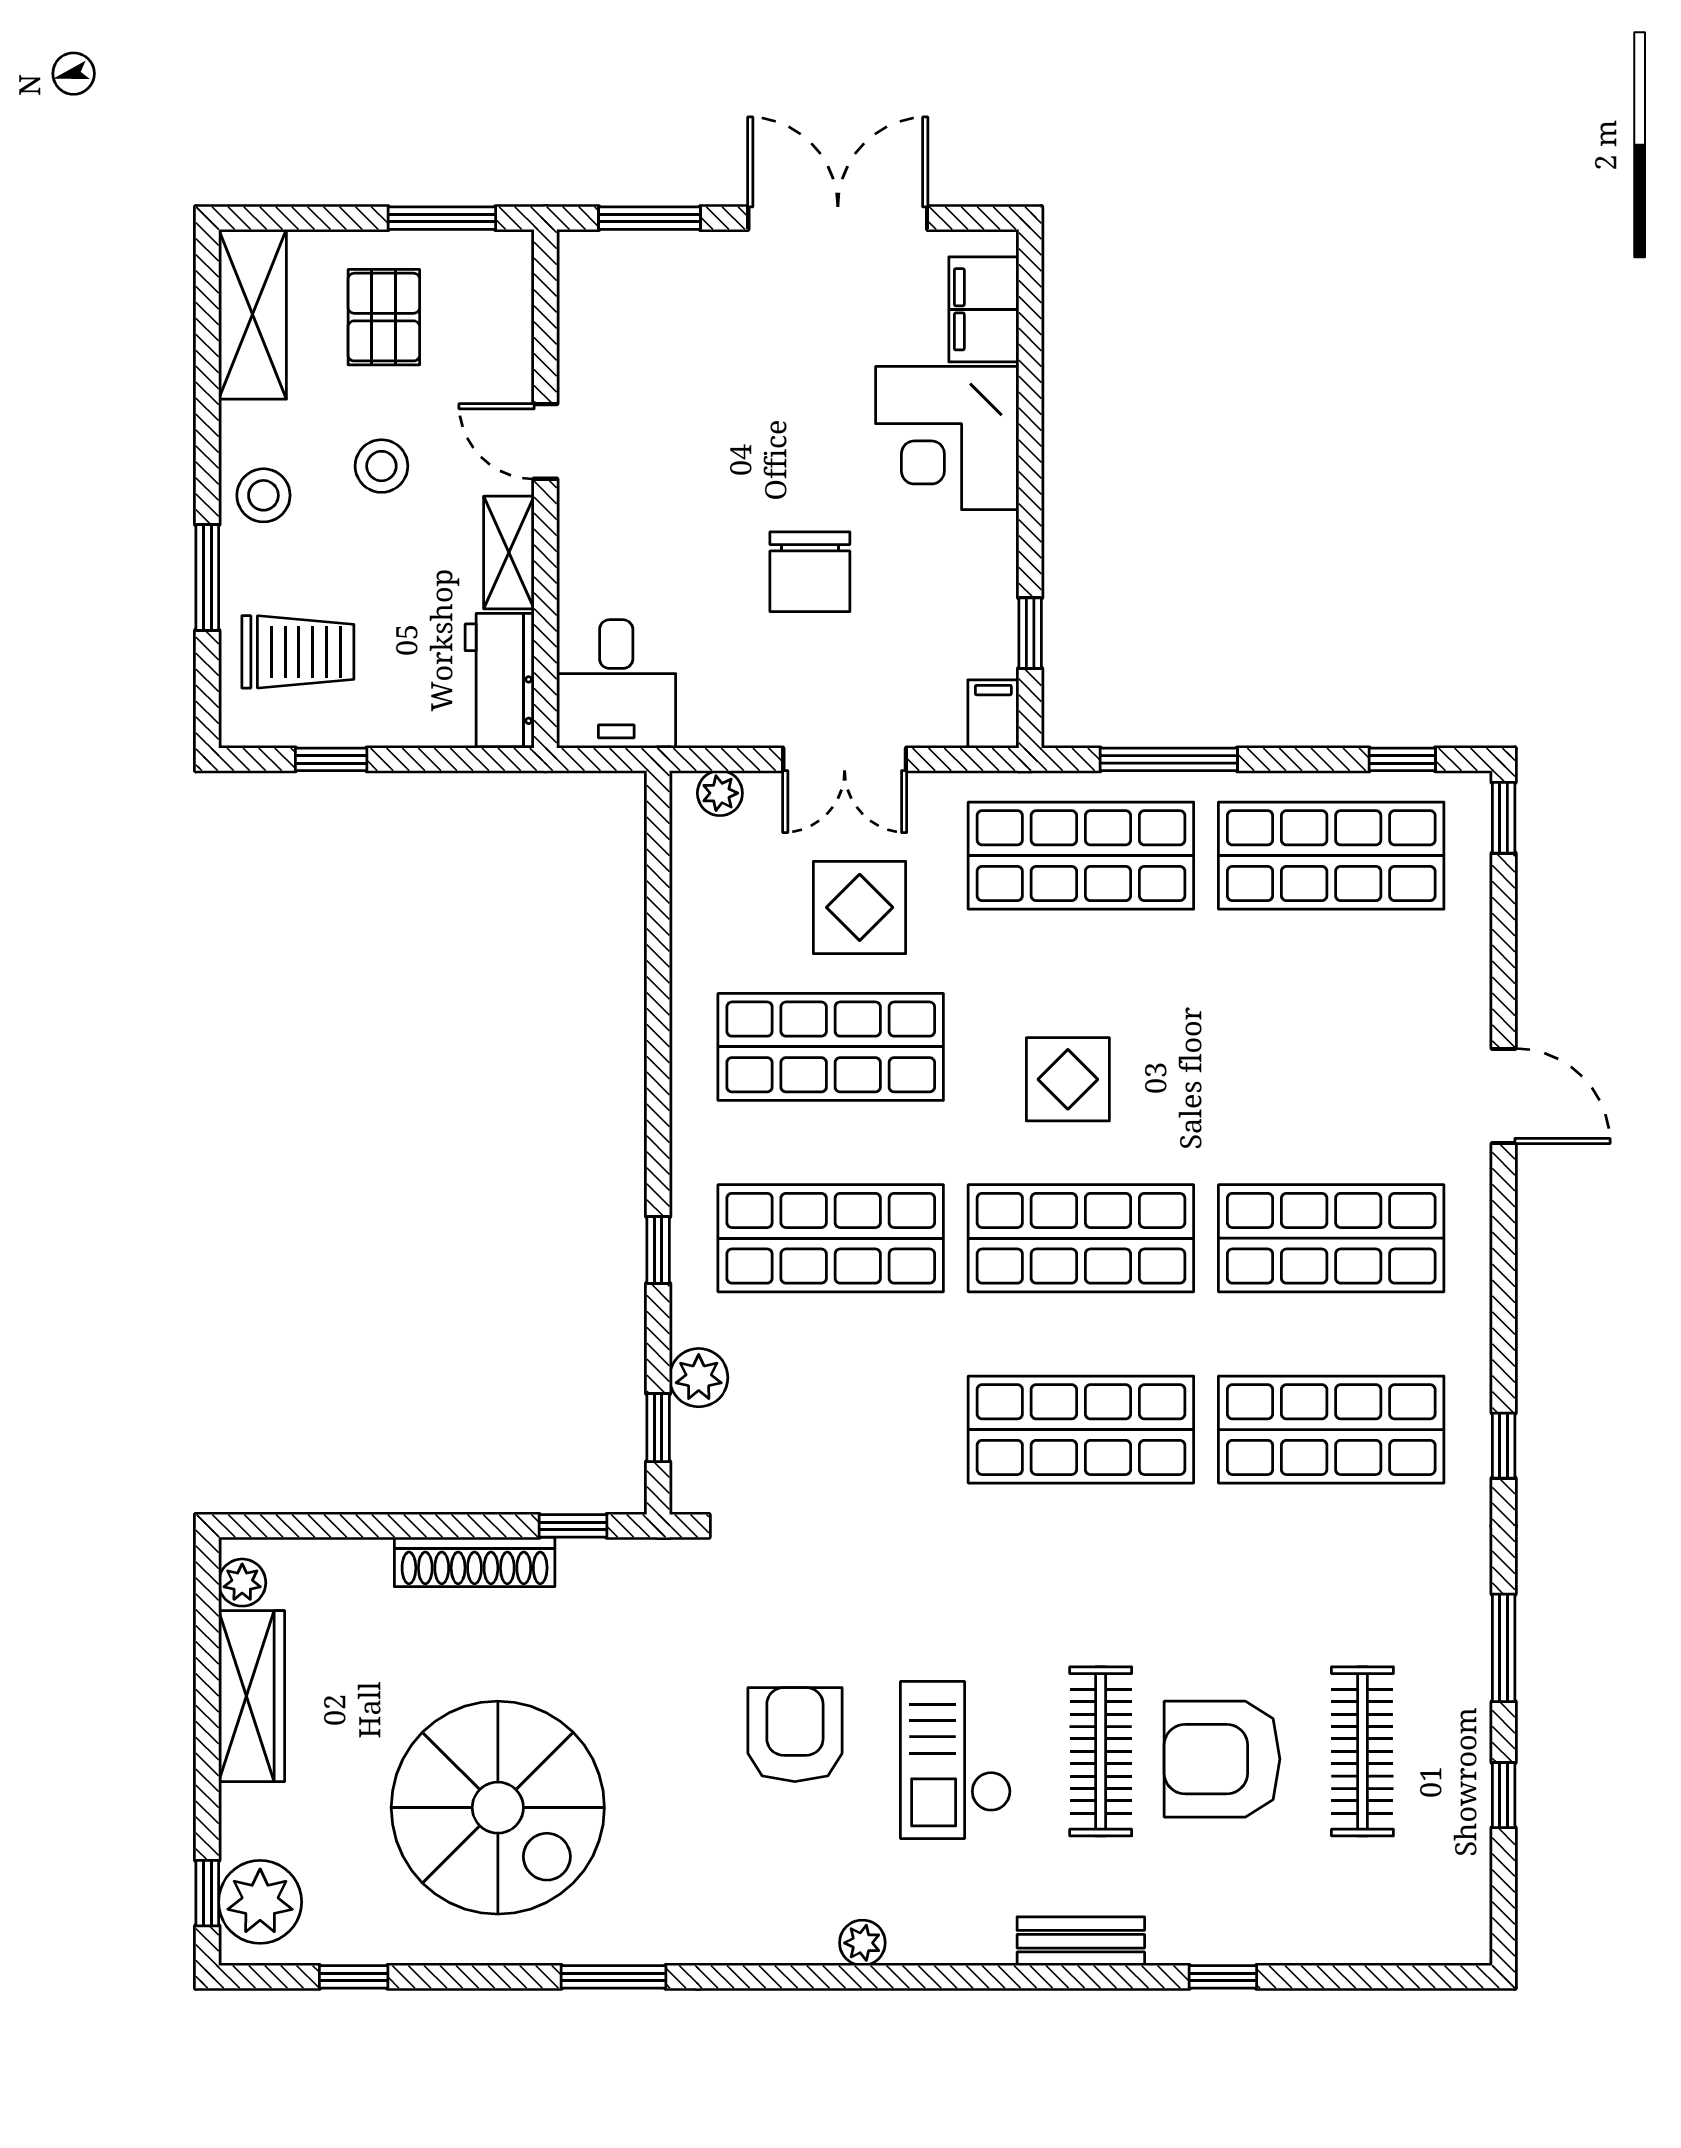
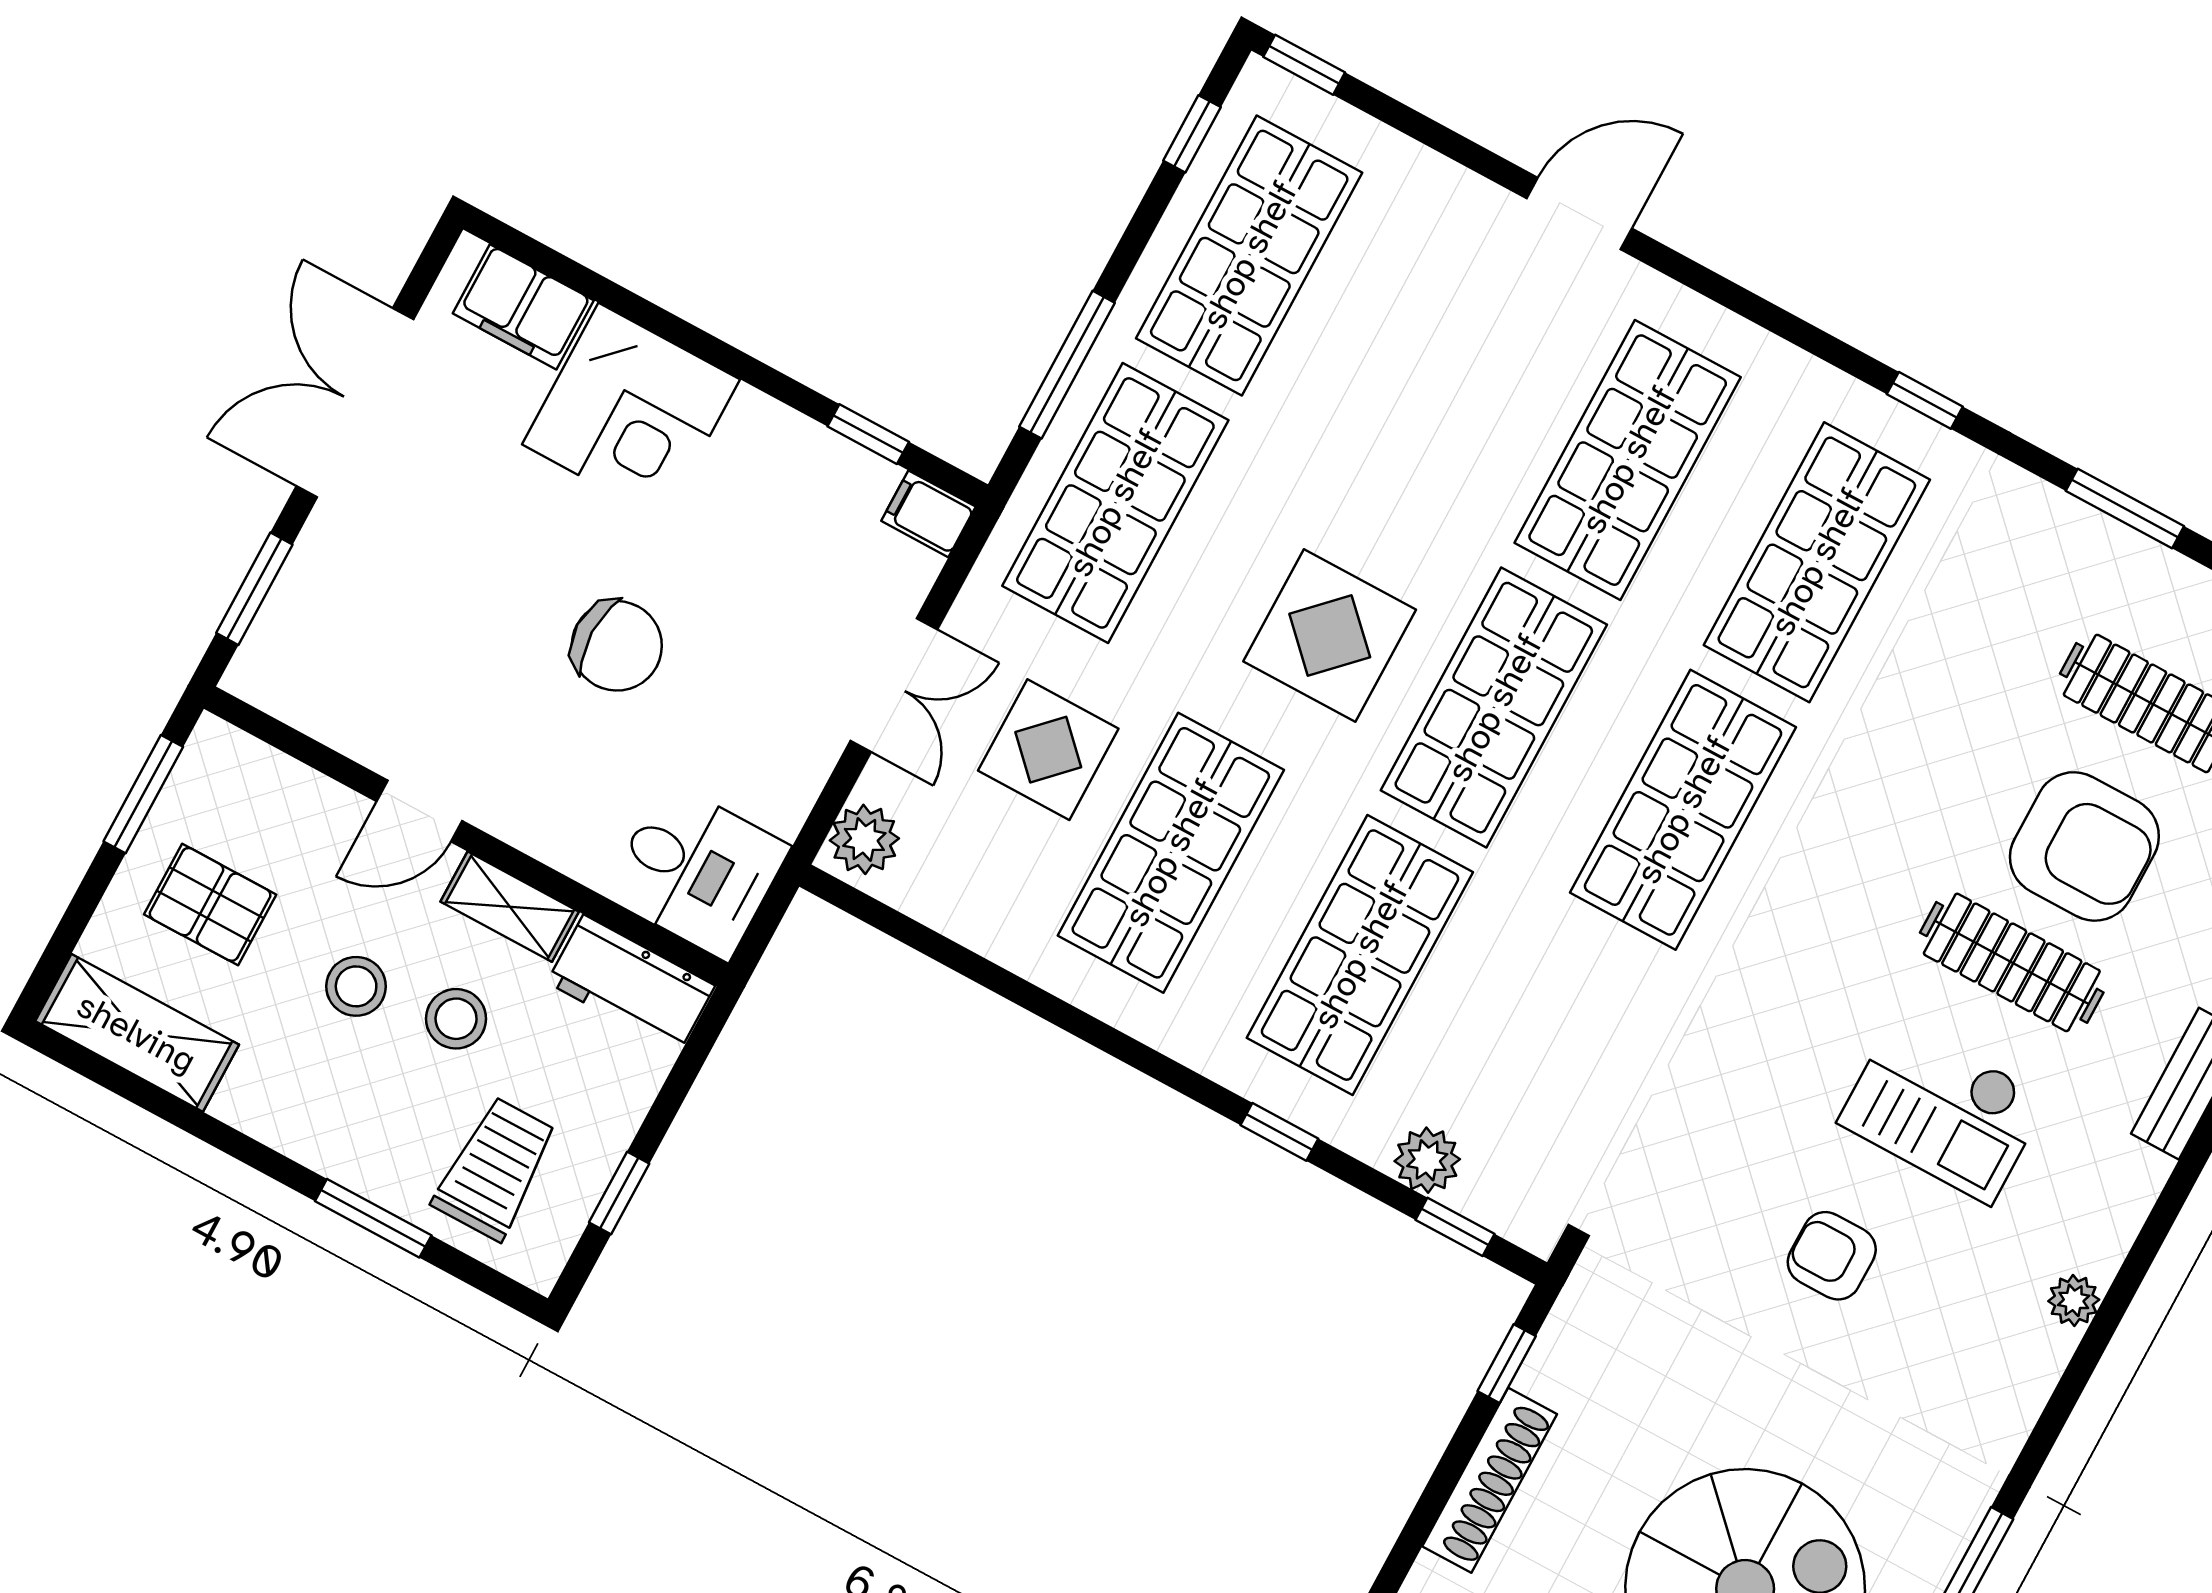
stool: (263, 495) -> (456, 1019), moved
chair: (810, 572) -> (617, 646), moved
plant: (720, 793) -> (864, 839), width x1.38, depth x1.38
display table: (1068, 1079) -> (1330, 636), width x1.36, depth x1.36
armchair: (795, 1735) -> (1832, 1256), width x0.72, depth x0.72
armchair: (1222, 1759) -> (2084, 846), turned -90

